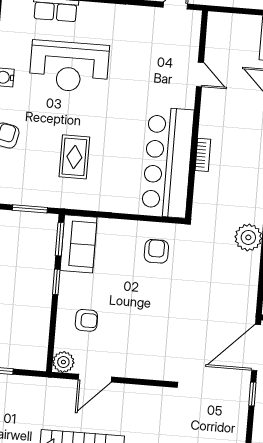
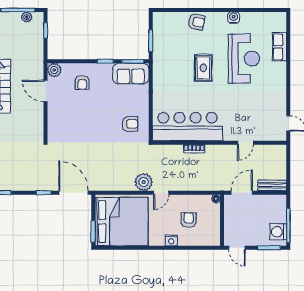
reception desk: (69, 67) -> (244, 59), turned 180
rug: (74, 157) -> (203, 68), moved, turned 90

